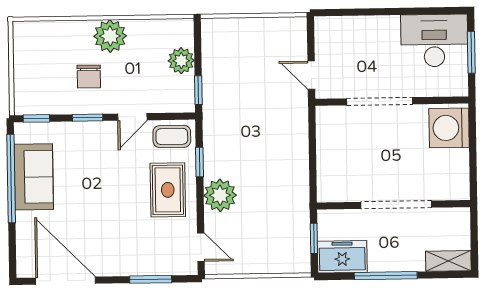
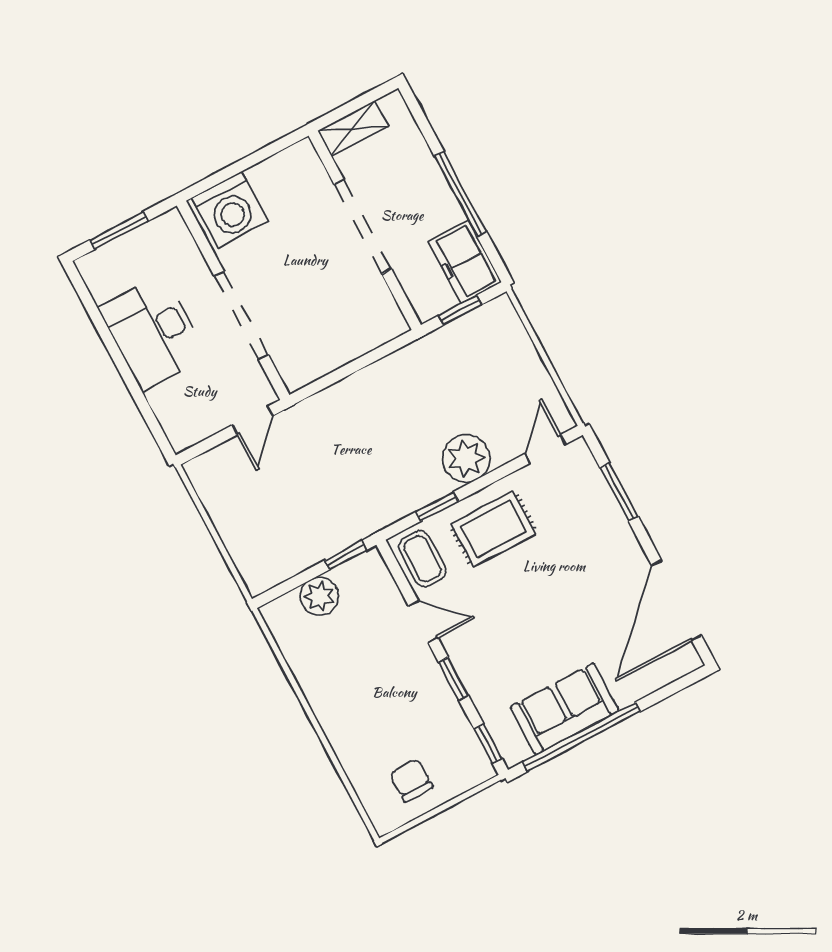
plant: (110, 36) -> (334, 703), removed
desk: (434, 41) -> (153, 332), moved
chair: (89, 76) -> (411, 780), moved, turned -90
shelving: (448, 261) -> (353, 128), moved, turned 90

